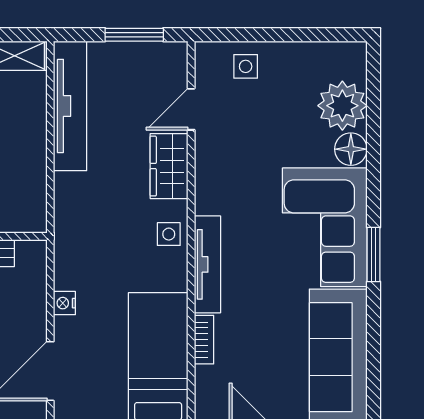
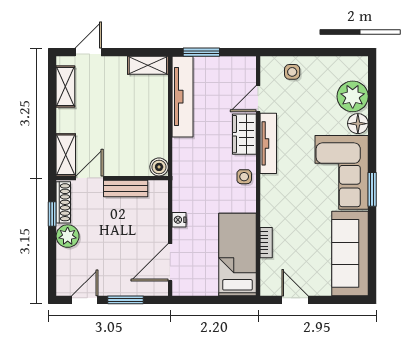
window: (134, 35) -> (201, 52), moved
boiler: (33, 219) -> (159, 167), added
tv unit: (207, 264) -> (268, 143), moved

